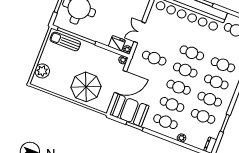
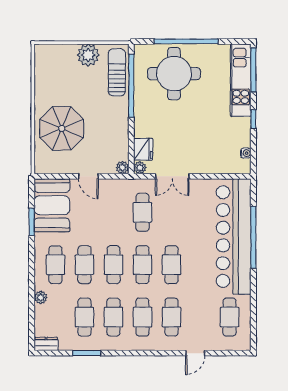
double door: (140, 32) -> (172, 176), swing flipped
plant: (42, 71) -> (88, 55), moved
door: (121, 82) -> (88, 176), width x0.53

